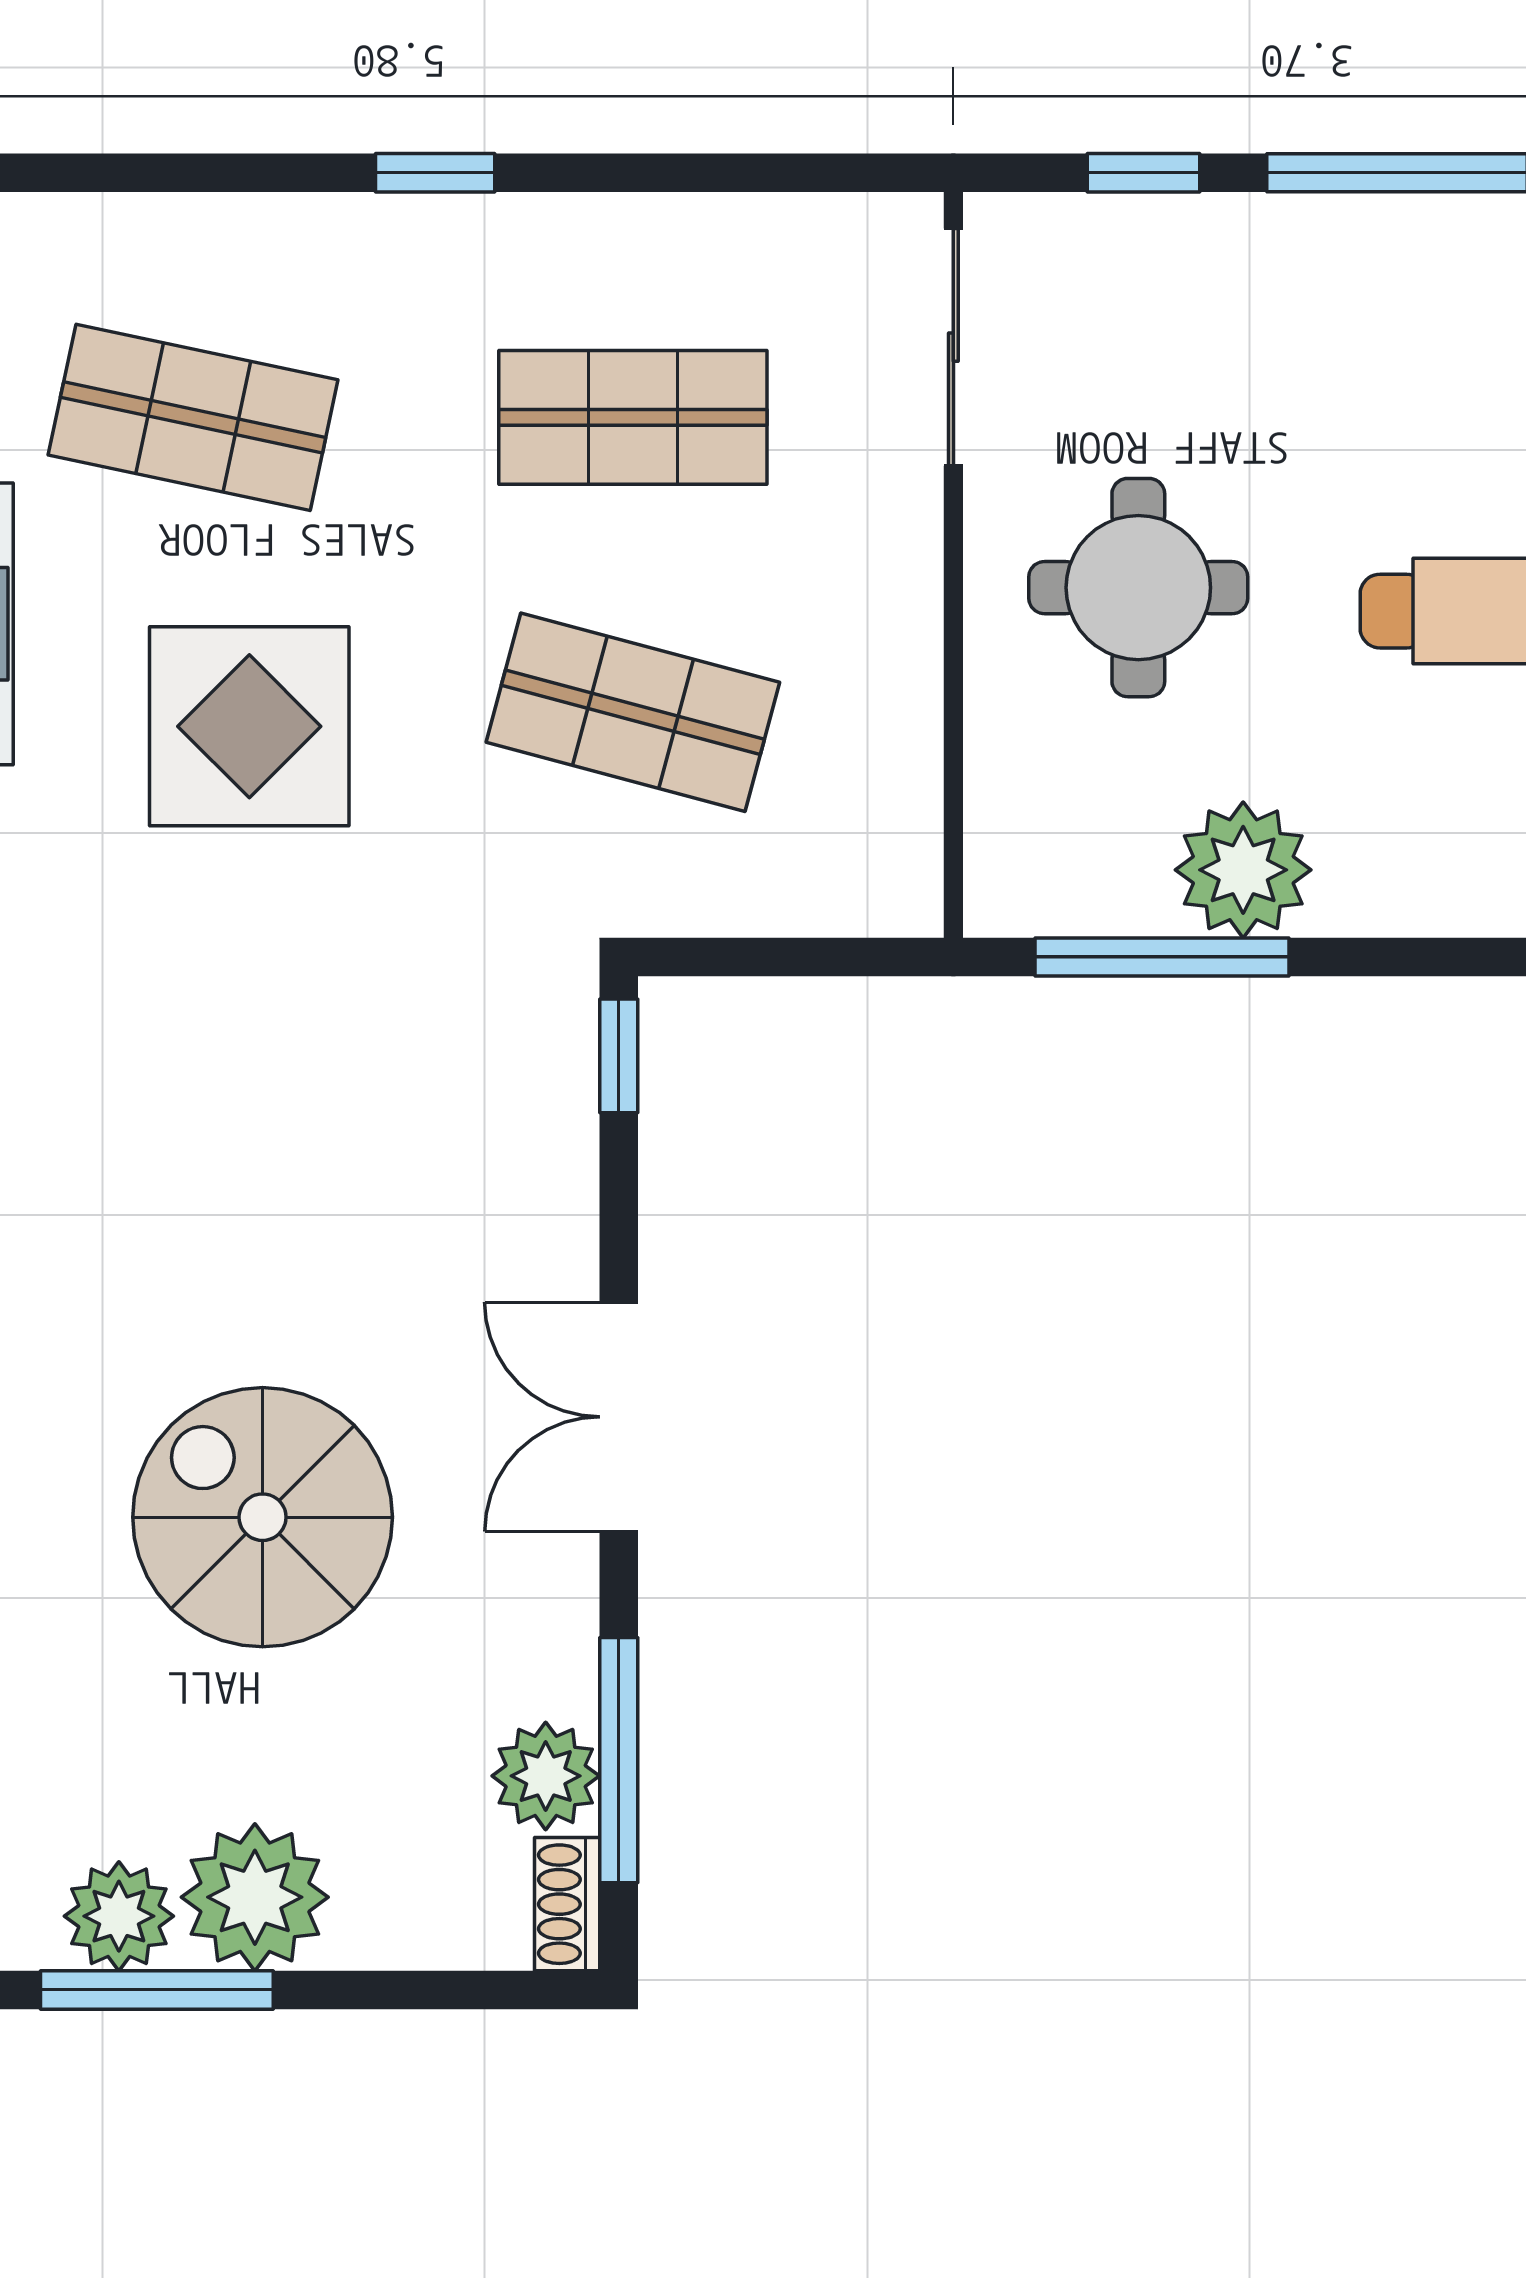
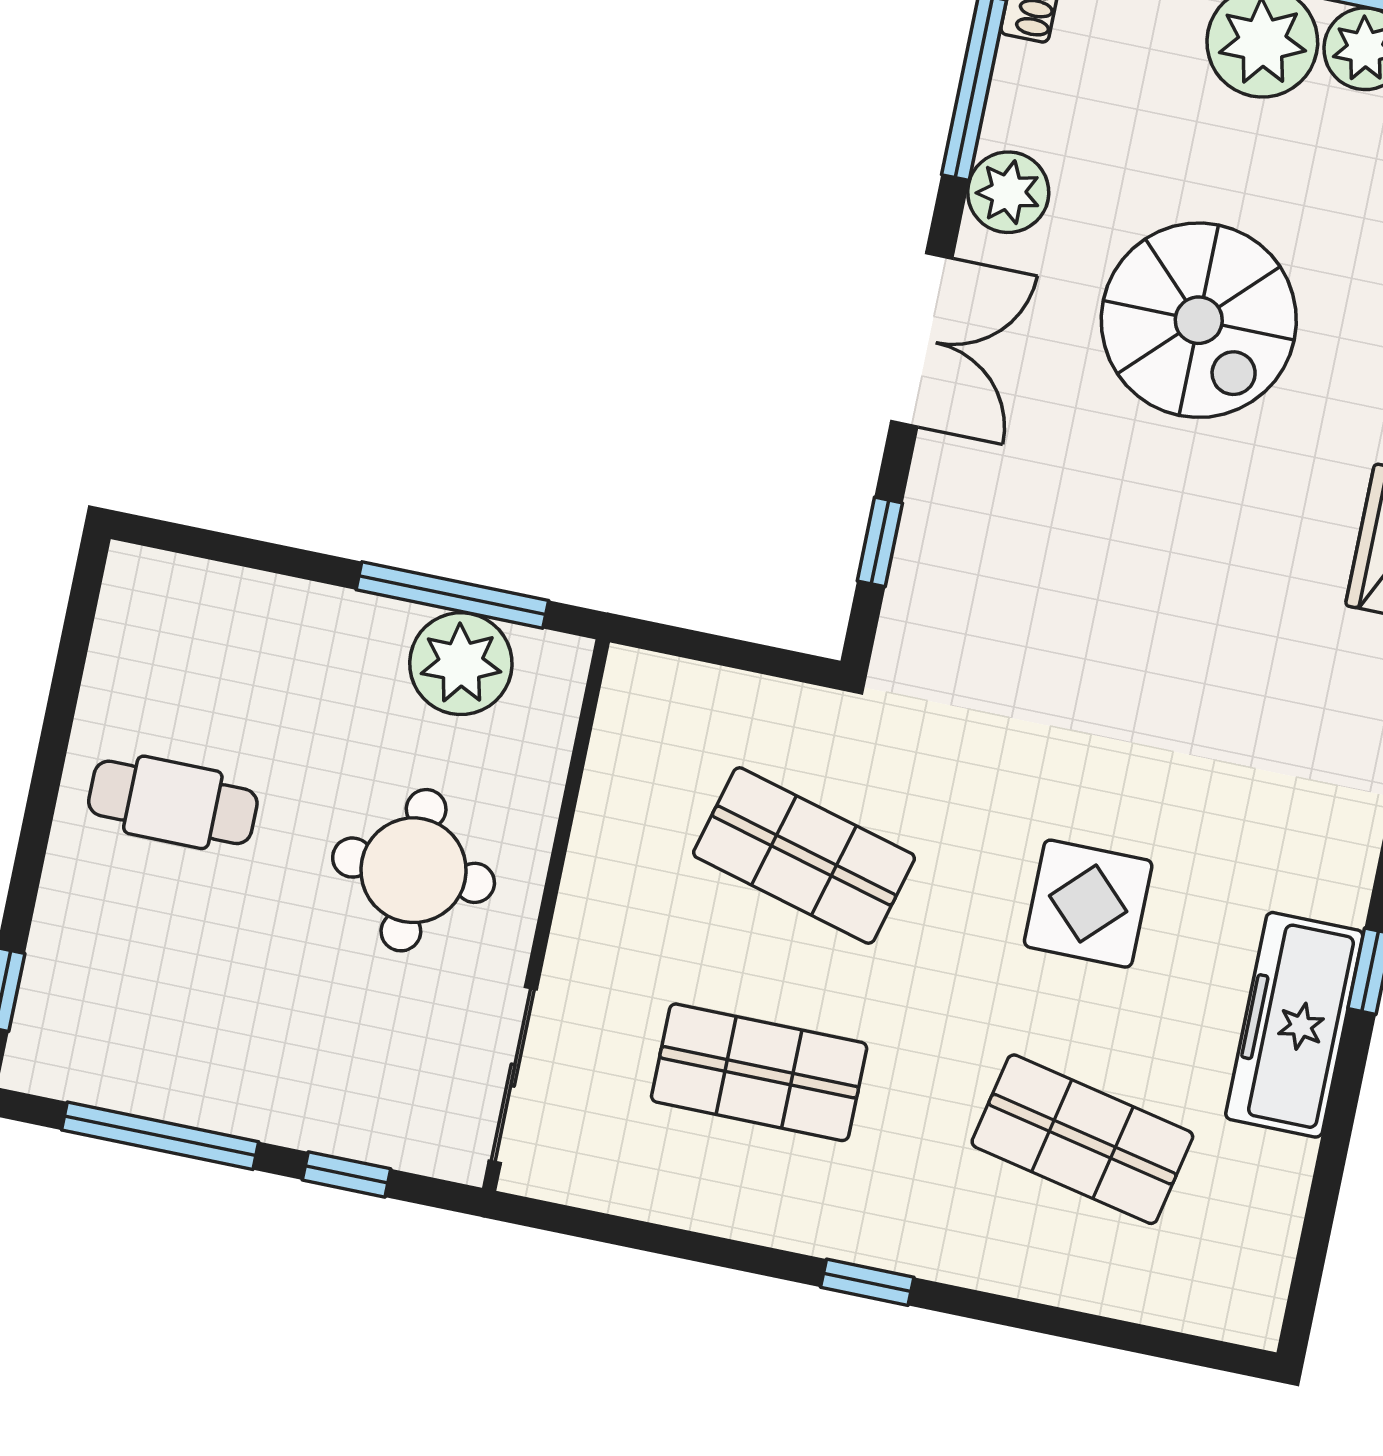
display table: (249, 726) -> (1088, 904), width x0.73, depth x0.73
plant: (1243, 870) -> (461, 664), moved
window: (619, 1056) -> (880, 542), moved
plant: (546, 1776) -> (1008, 192), moved

